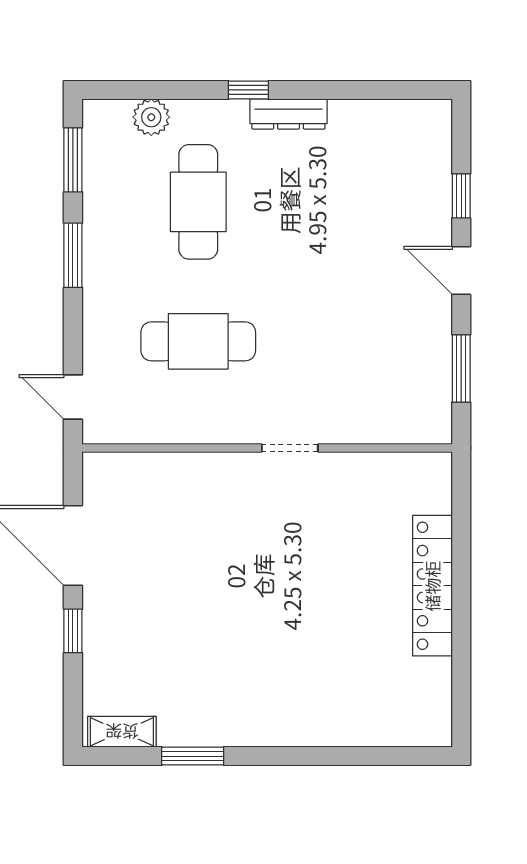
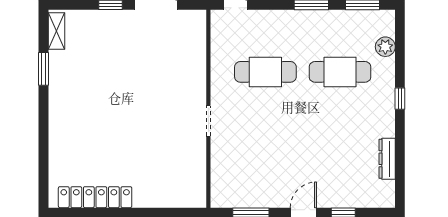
dresser: (288, 114) -> (387, 159), moved
cafe table: (198, 341) -> (265, 72), turned 90
locker: (432, 586) -> (95, 197), moved

